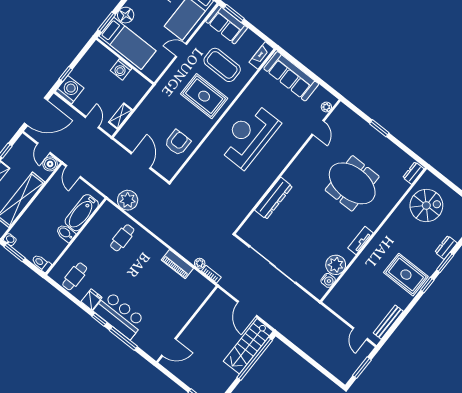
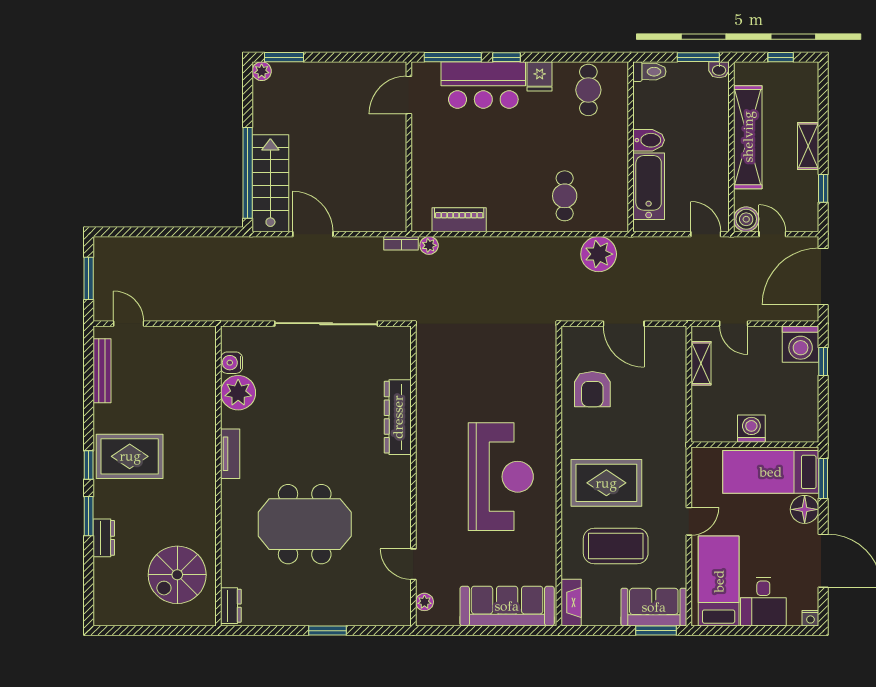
wall: (187, 324) -> (409, 147), moved
door: (169, 347) -> (409, 95), moved

